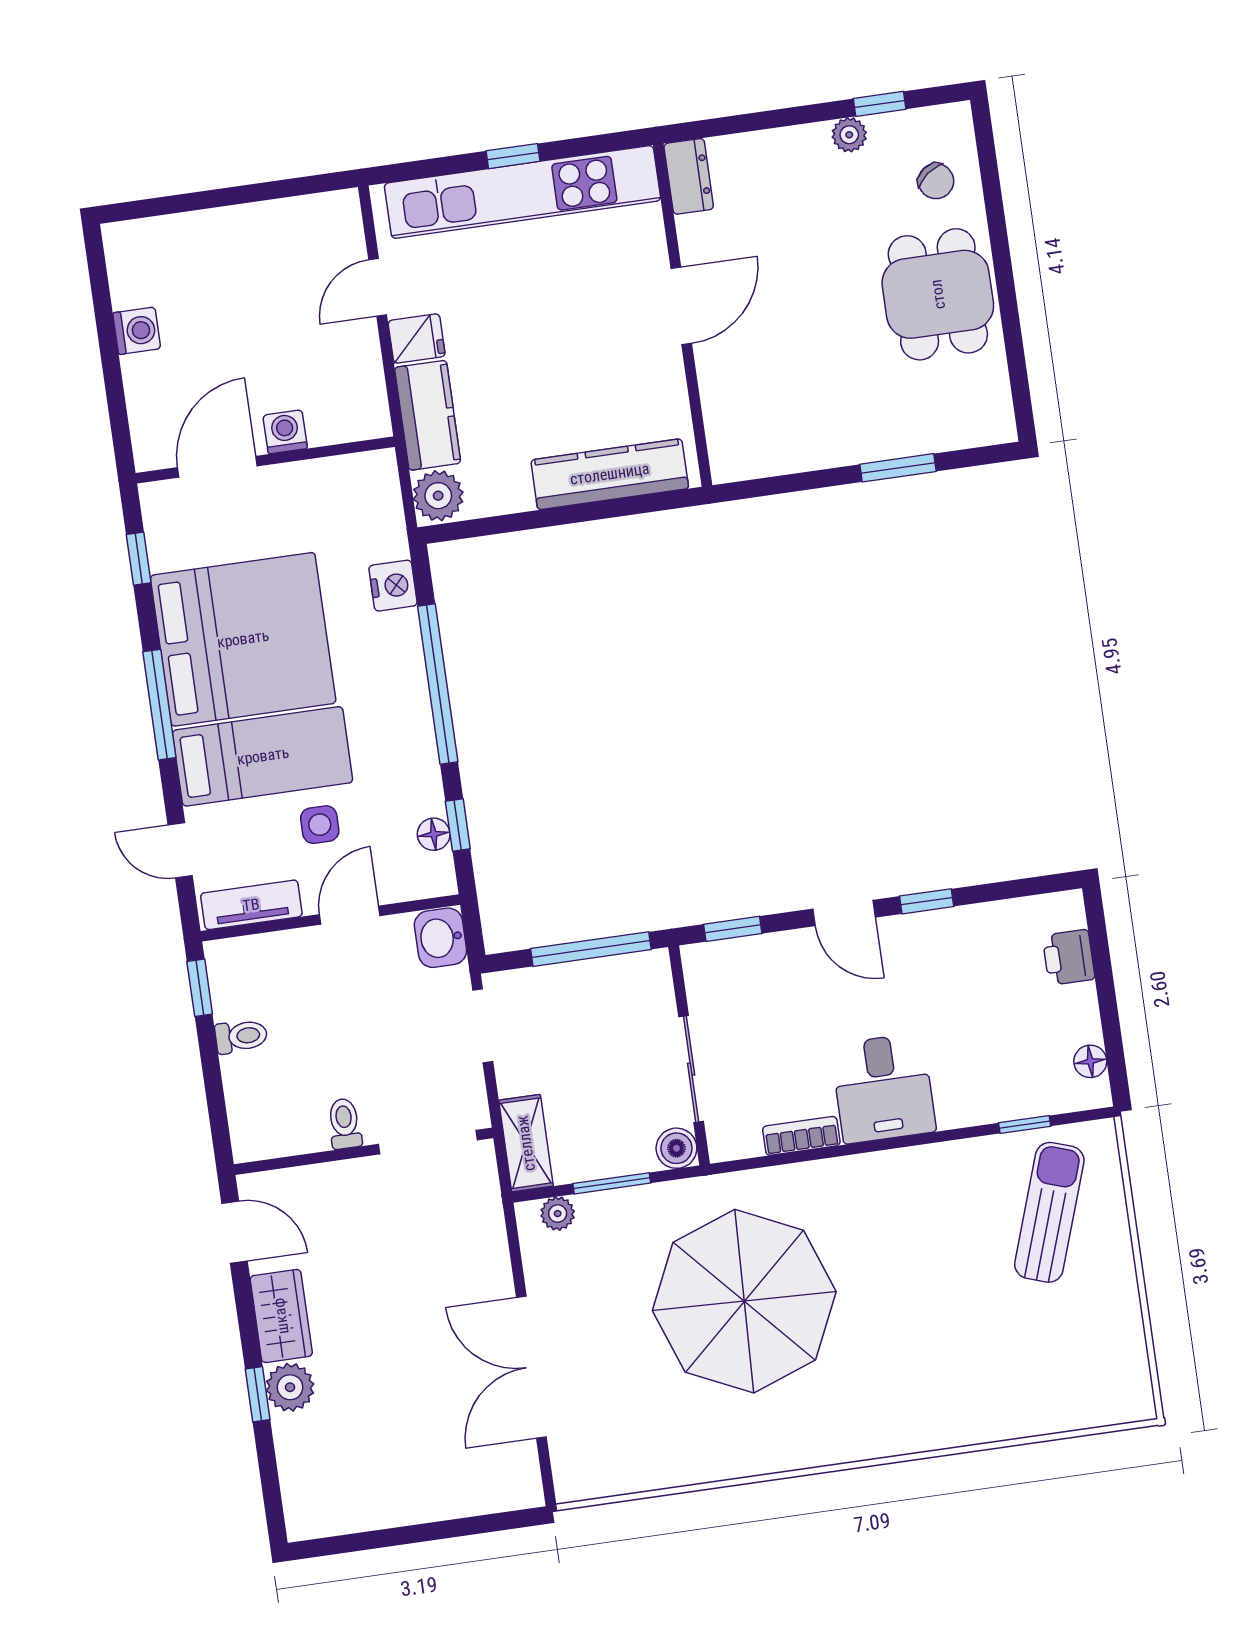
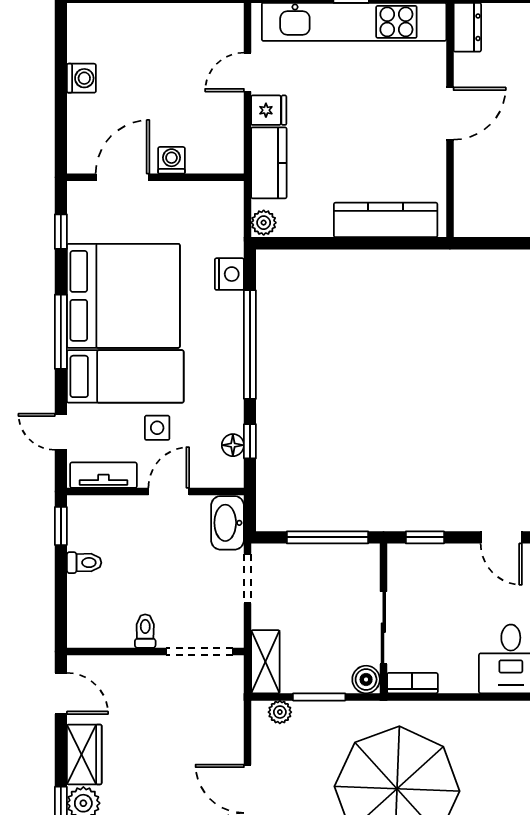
plant: (438, 496) -> (264, 223), width x0.73, depth x0.73
washbasin: (440, 938) -> (227, 523), width x1.38
bookcase: (801, 1136) -> (412, 683), moved

